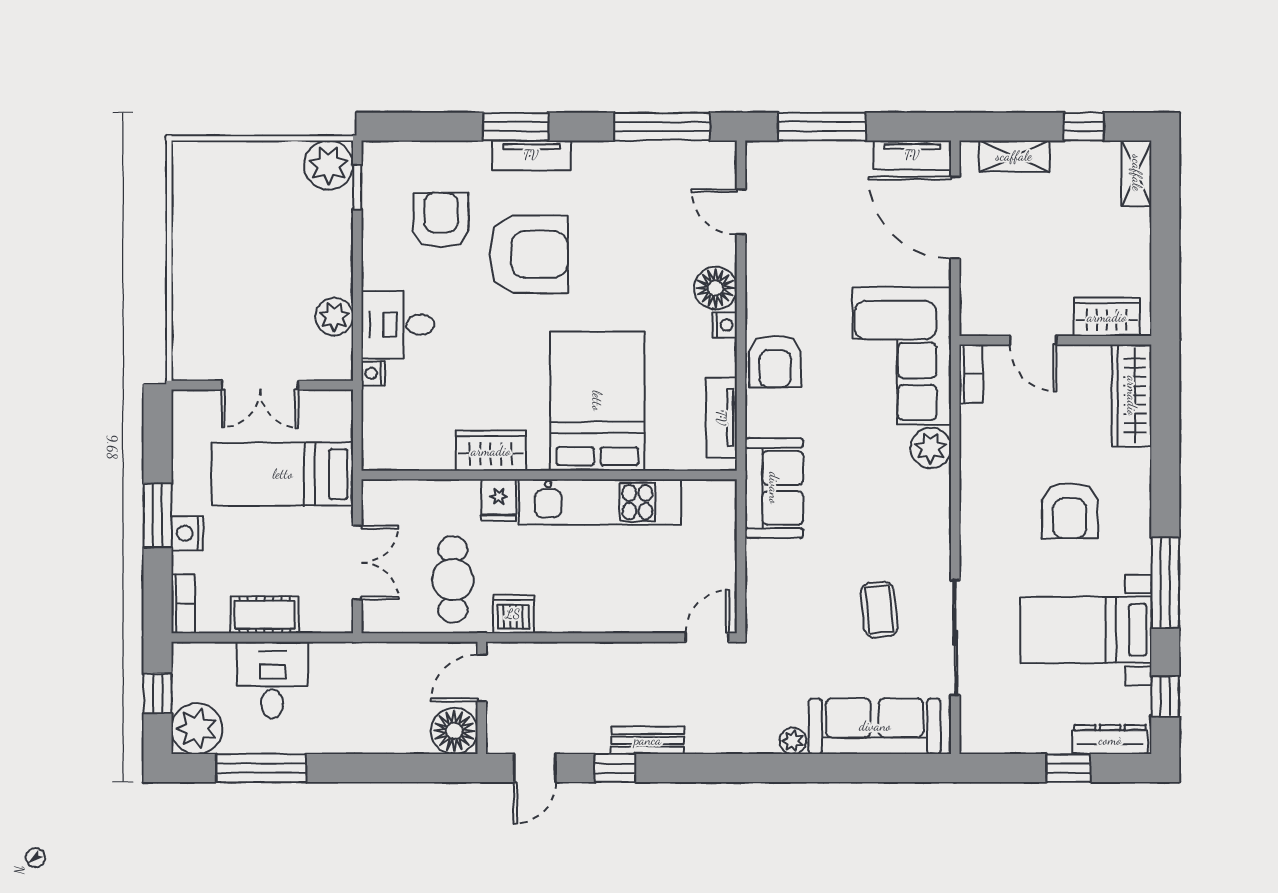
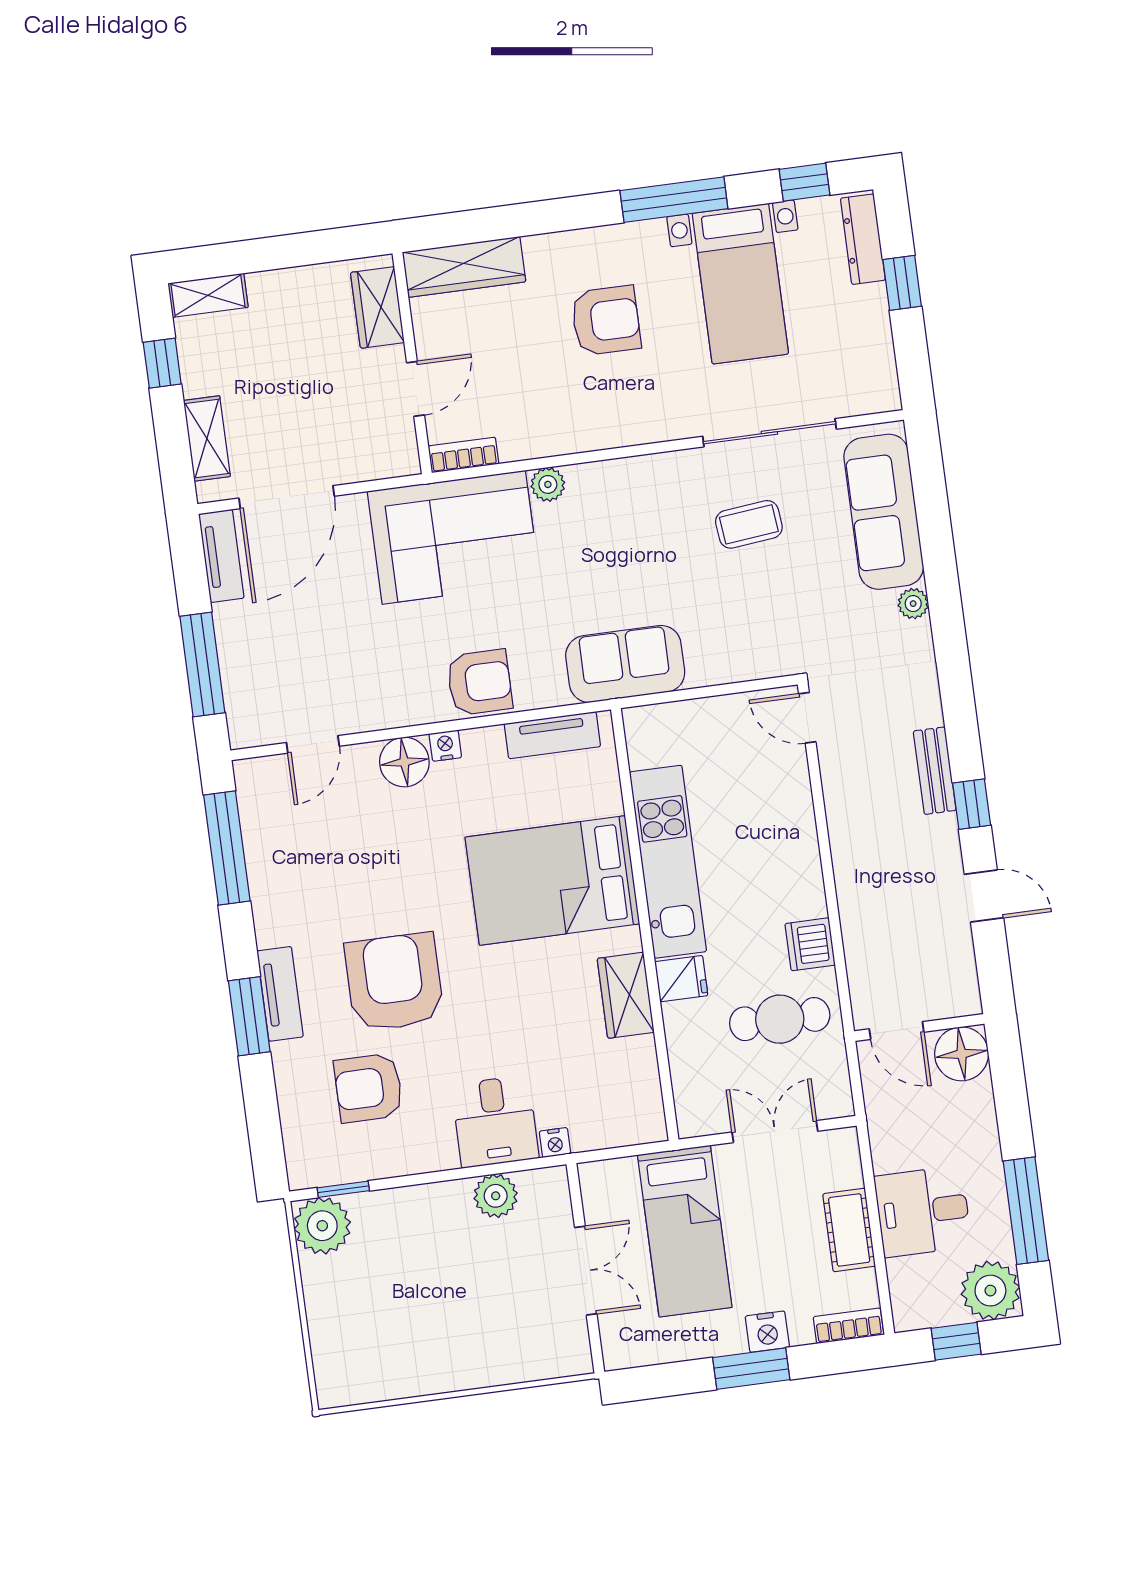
plant: (931, 448) -> (548, 484), width x0.73, depth x0.73
door: (482, 678) -> (897, 1030), moved
wall: (482, 698) -> (919, 1027), moved
floor lamp: (454, 731) -> (962, 1054), moved

